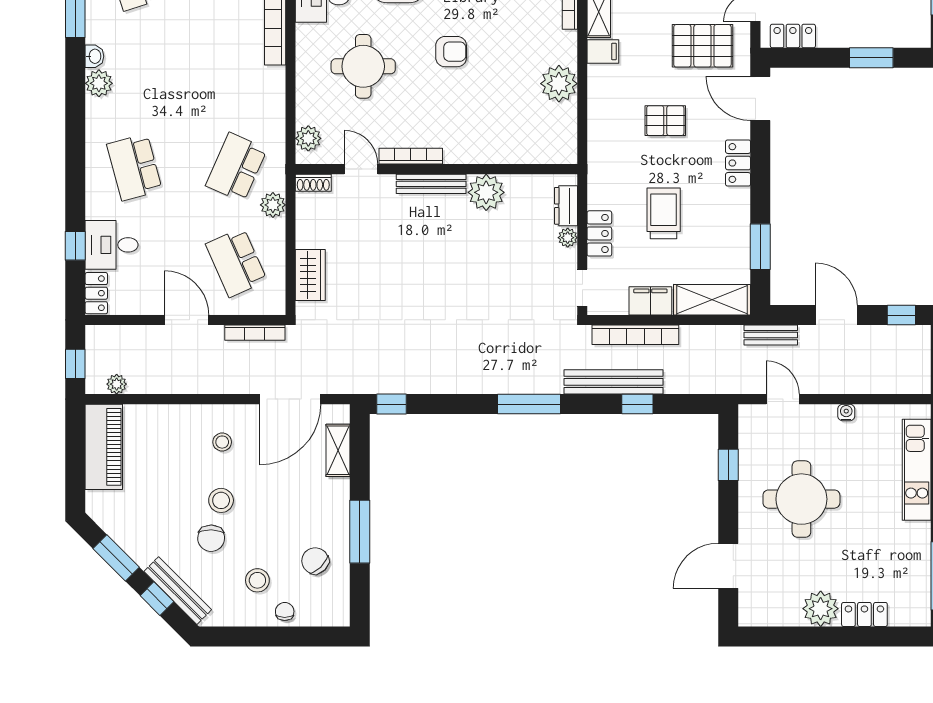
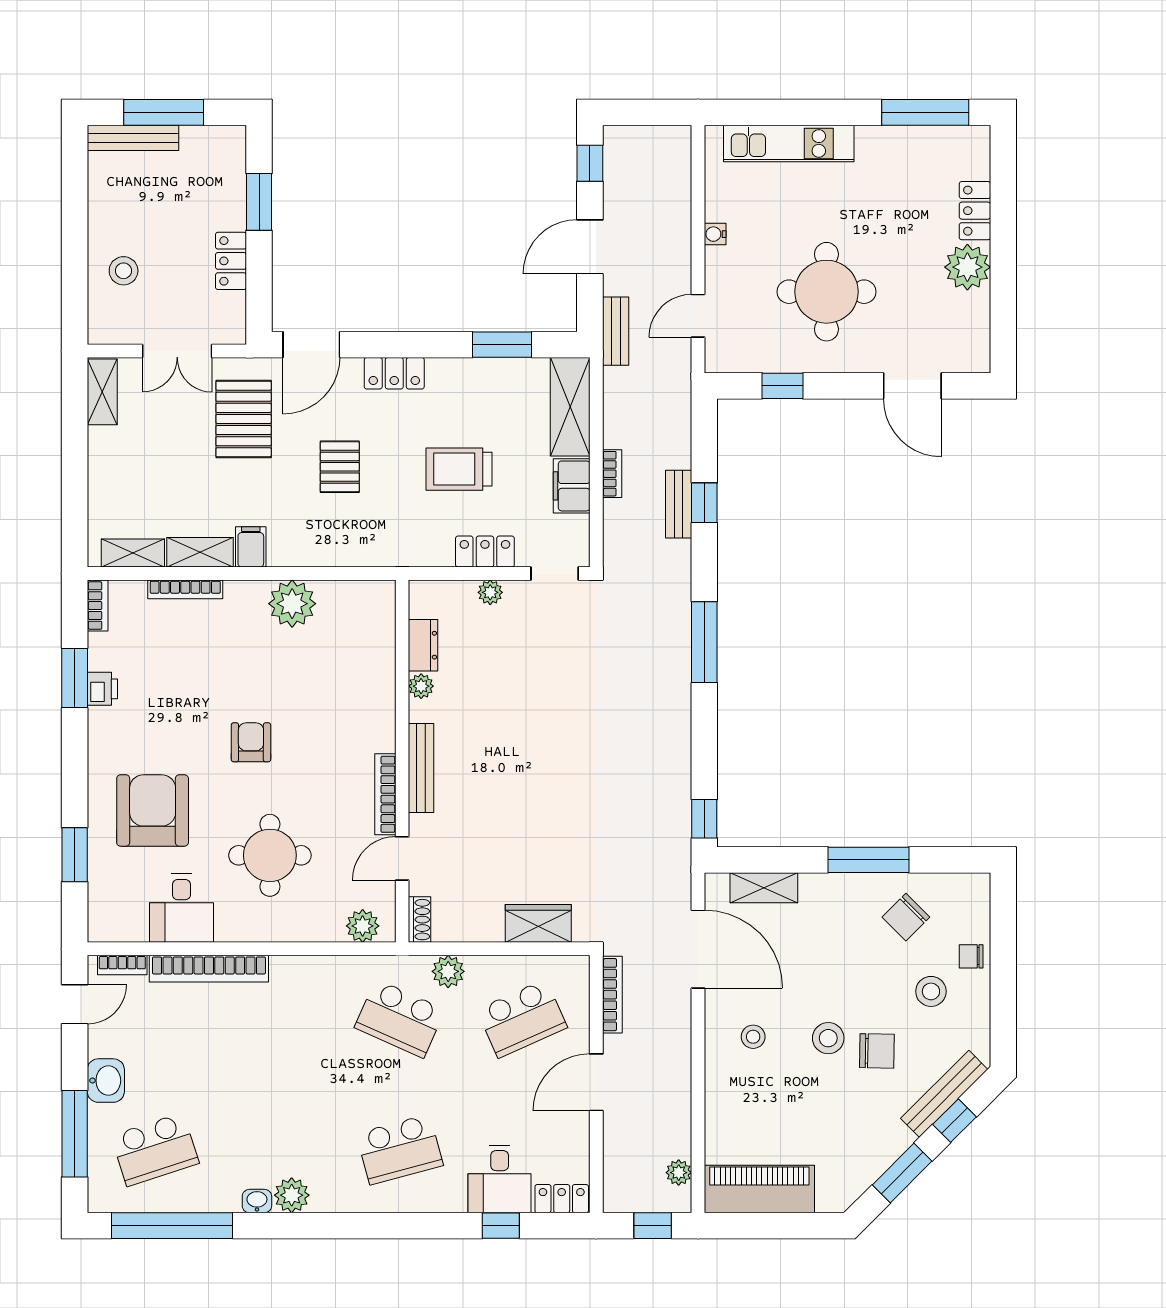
locker: (793, 36) -> (231, 261), moved
plant: (486, 192) -> (421, 686), width x0.53, depth x0.53
dresser: (566, 206) -> (423, 645), moved, turned -90
bookcase: (635, 335) -> (612, 474), width x0.43, depth x0.76
bench: (613, 382) -> (679, 504), width x0.54, depth x0.82

